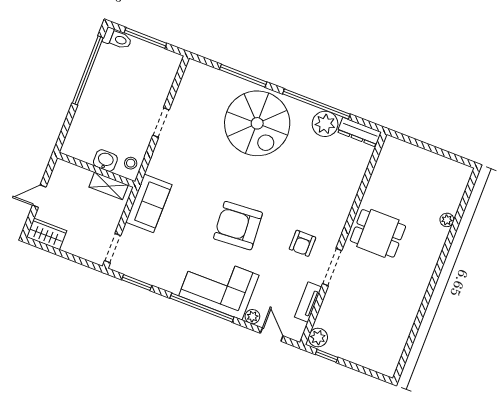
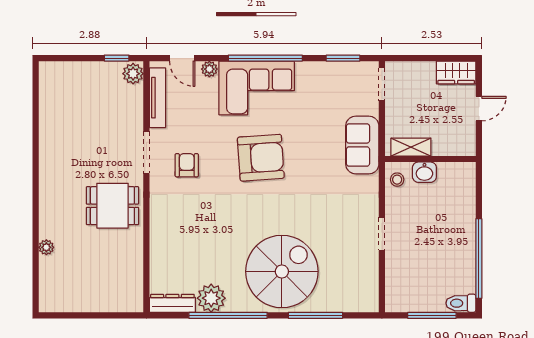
spiral stairs: (257, 123) -> (282, 271), turned 90
tv unit: (308, 302) -> (157, 98), width x1.41

